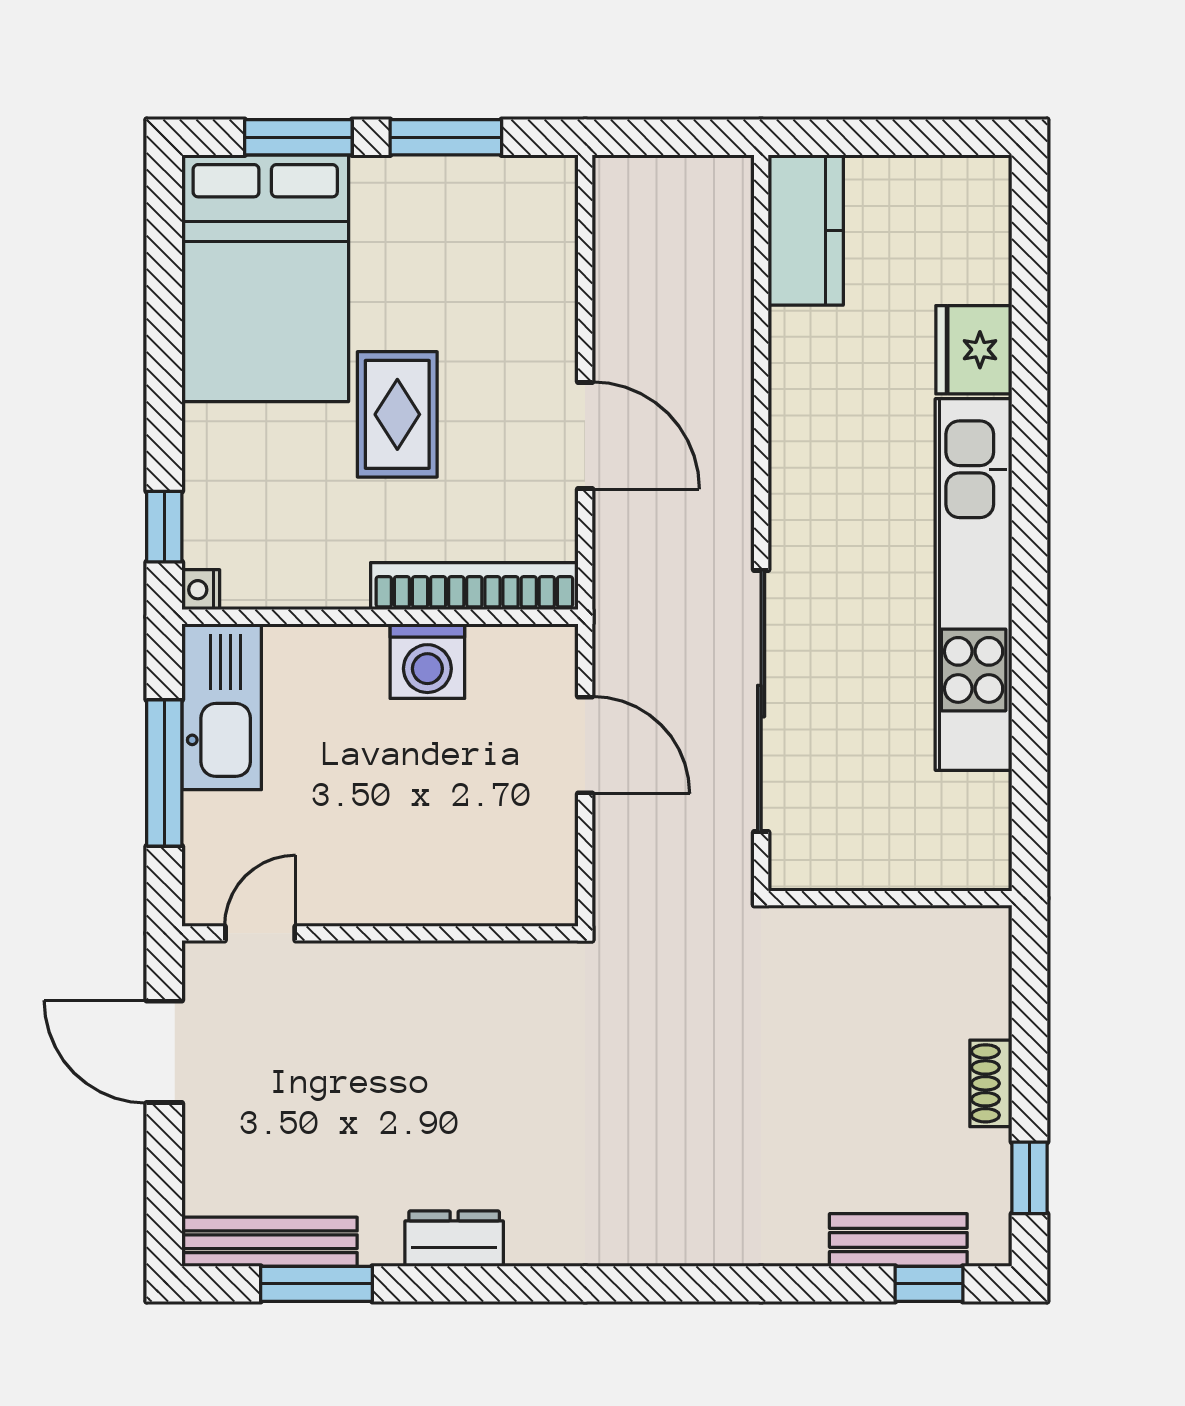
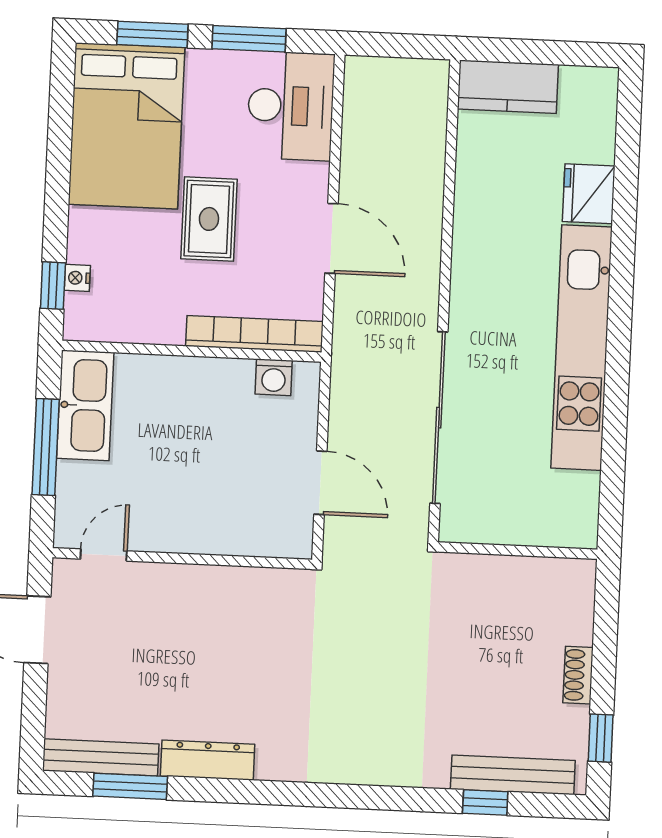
kitchen counter: (806, 230) -> (508, 87), moved, turned 90
desk: (514, 236) -> (291, 106), added
nightstand: (201, 590) -> (77, 278), moved
washing machine: (427, 661) -> (274, 377), moved, width x0.73, depth x0.73
door: (585, 745) -> (320, 483), moved
dresser: (454, 1239) -> (208, 760), width x1.44
bench: (898, 1240) -> (513, 775), width x1.36
window: (929, 1284) -> (485, 802), moved

